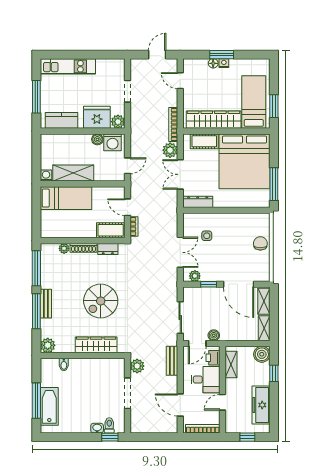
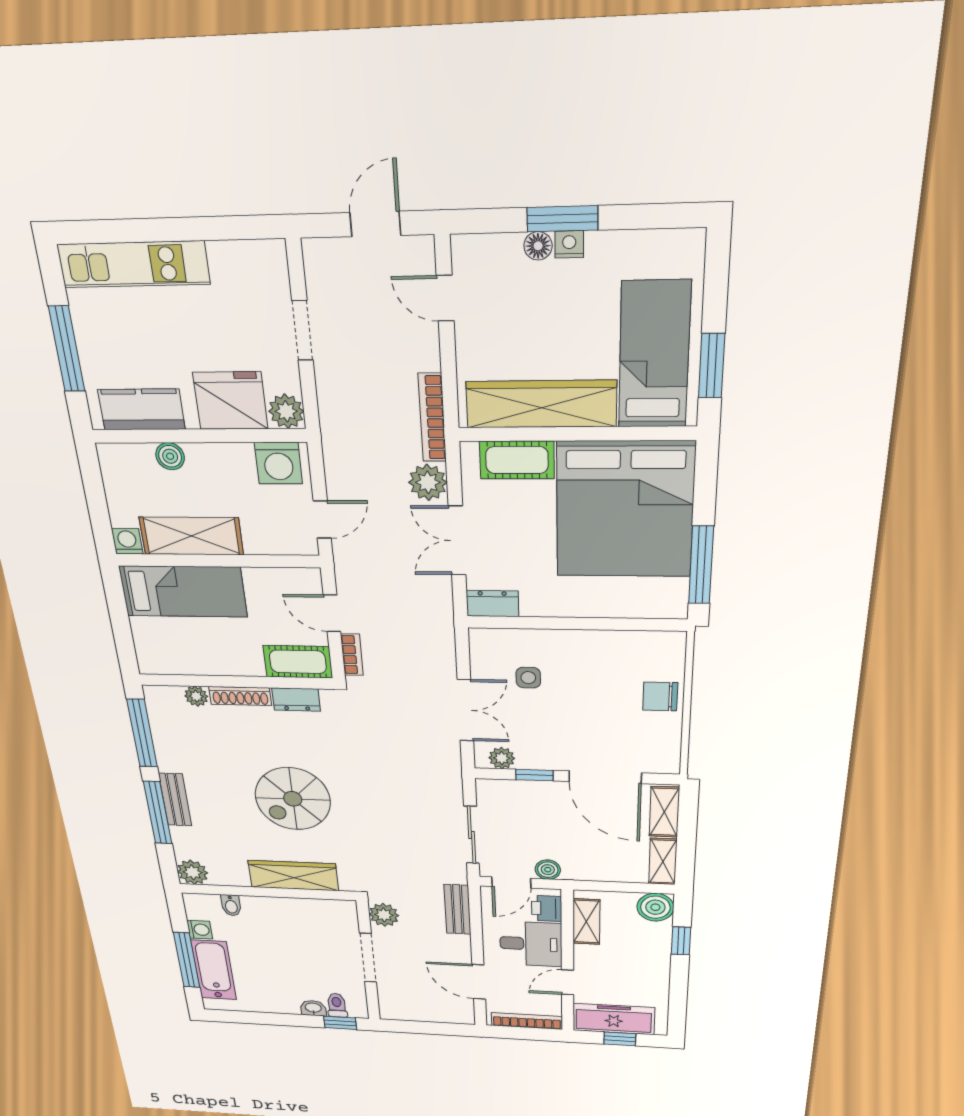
boiler: (97, 139) -> (170, 456), moved
dresser: (198, 202) -> (492, 604), width x0.70
chair: (260, 243) -> (660, 696), turned -90
washing machine: (46, 381) -> (200, 930), added
freezer: (261, 405) -> (614, 1019), moved, turned 90

